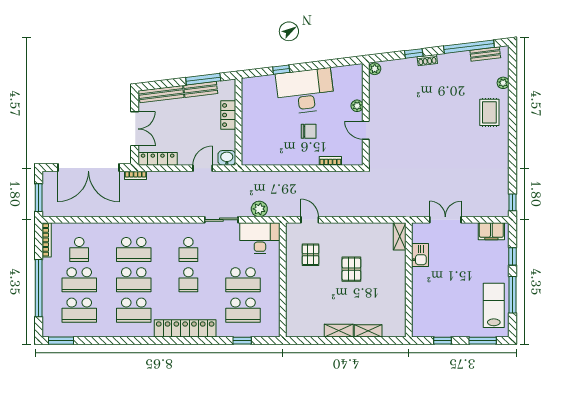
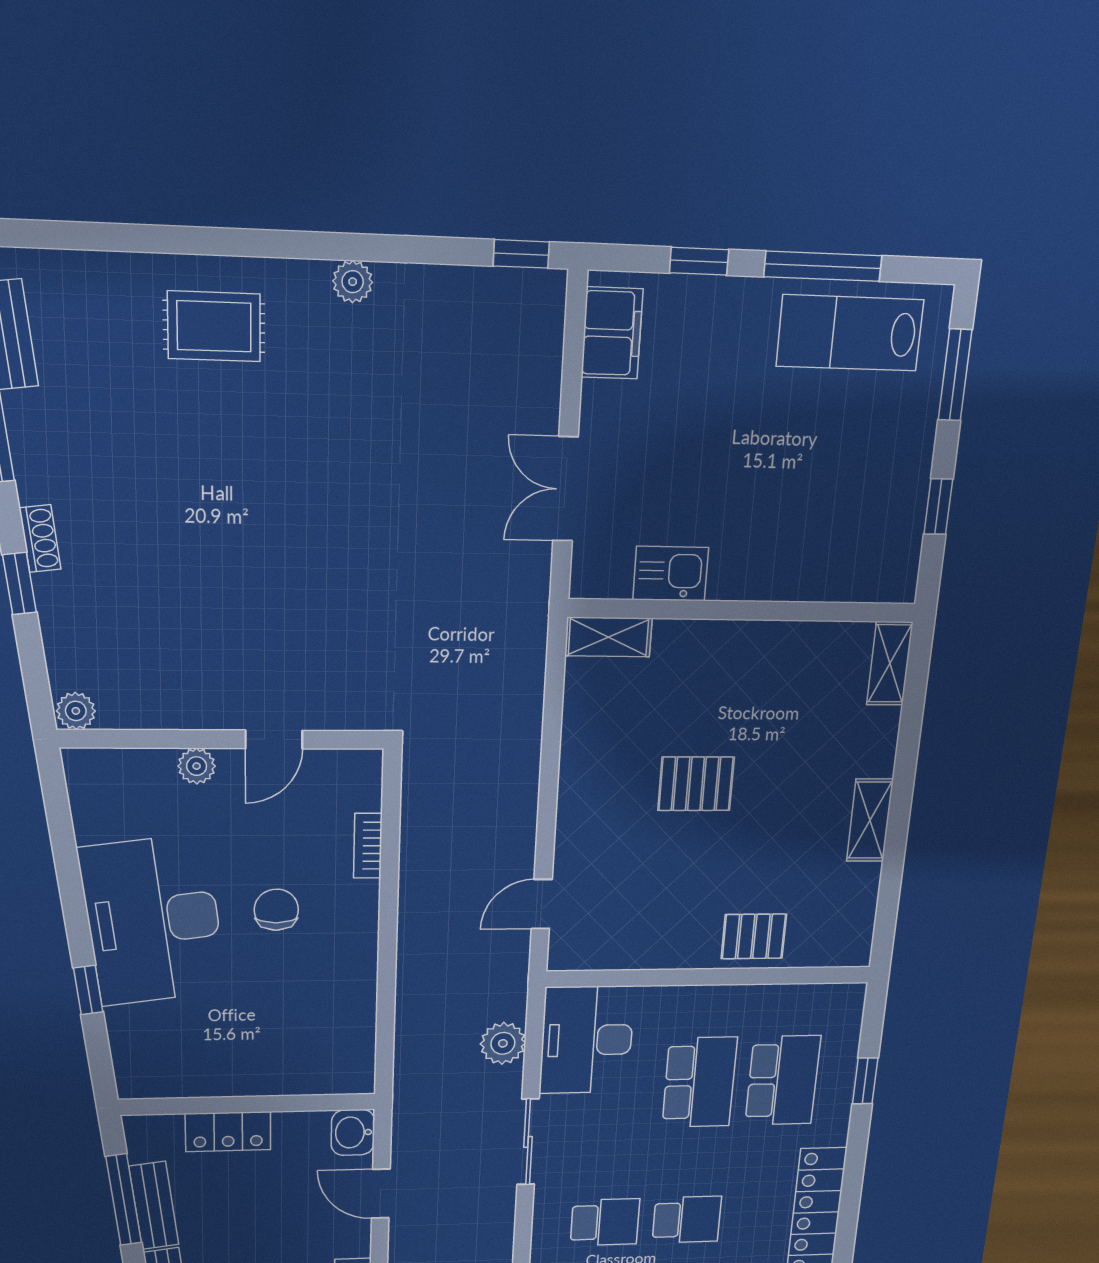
plant: (503, 83) -> (353, 282), moved
pallet: (311, 255) -> (754, 936), moved
shelving: (368, 331) -> (890, 663), moved

